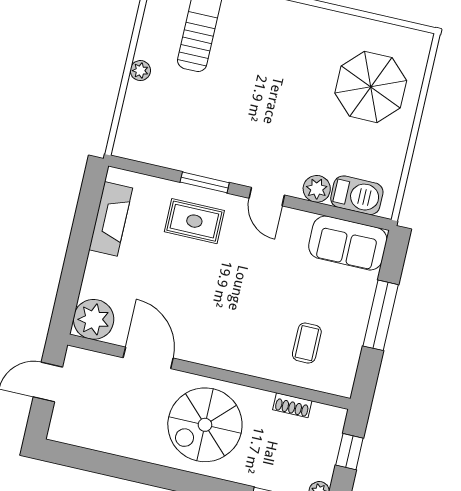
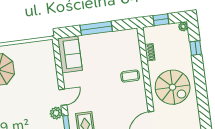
plant: (317, 189) -> (56, 113), moved
barbecue: (357, 195) -> (48, 58), removed
coffee table: (307, 343) -> (130, 76), moved

